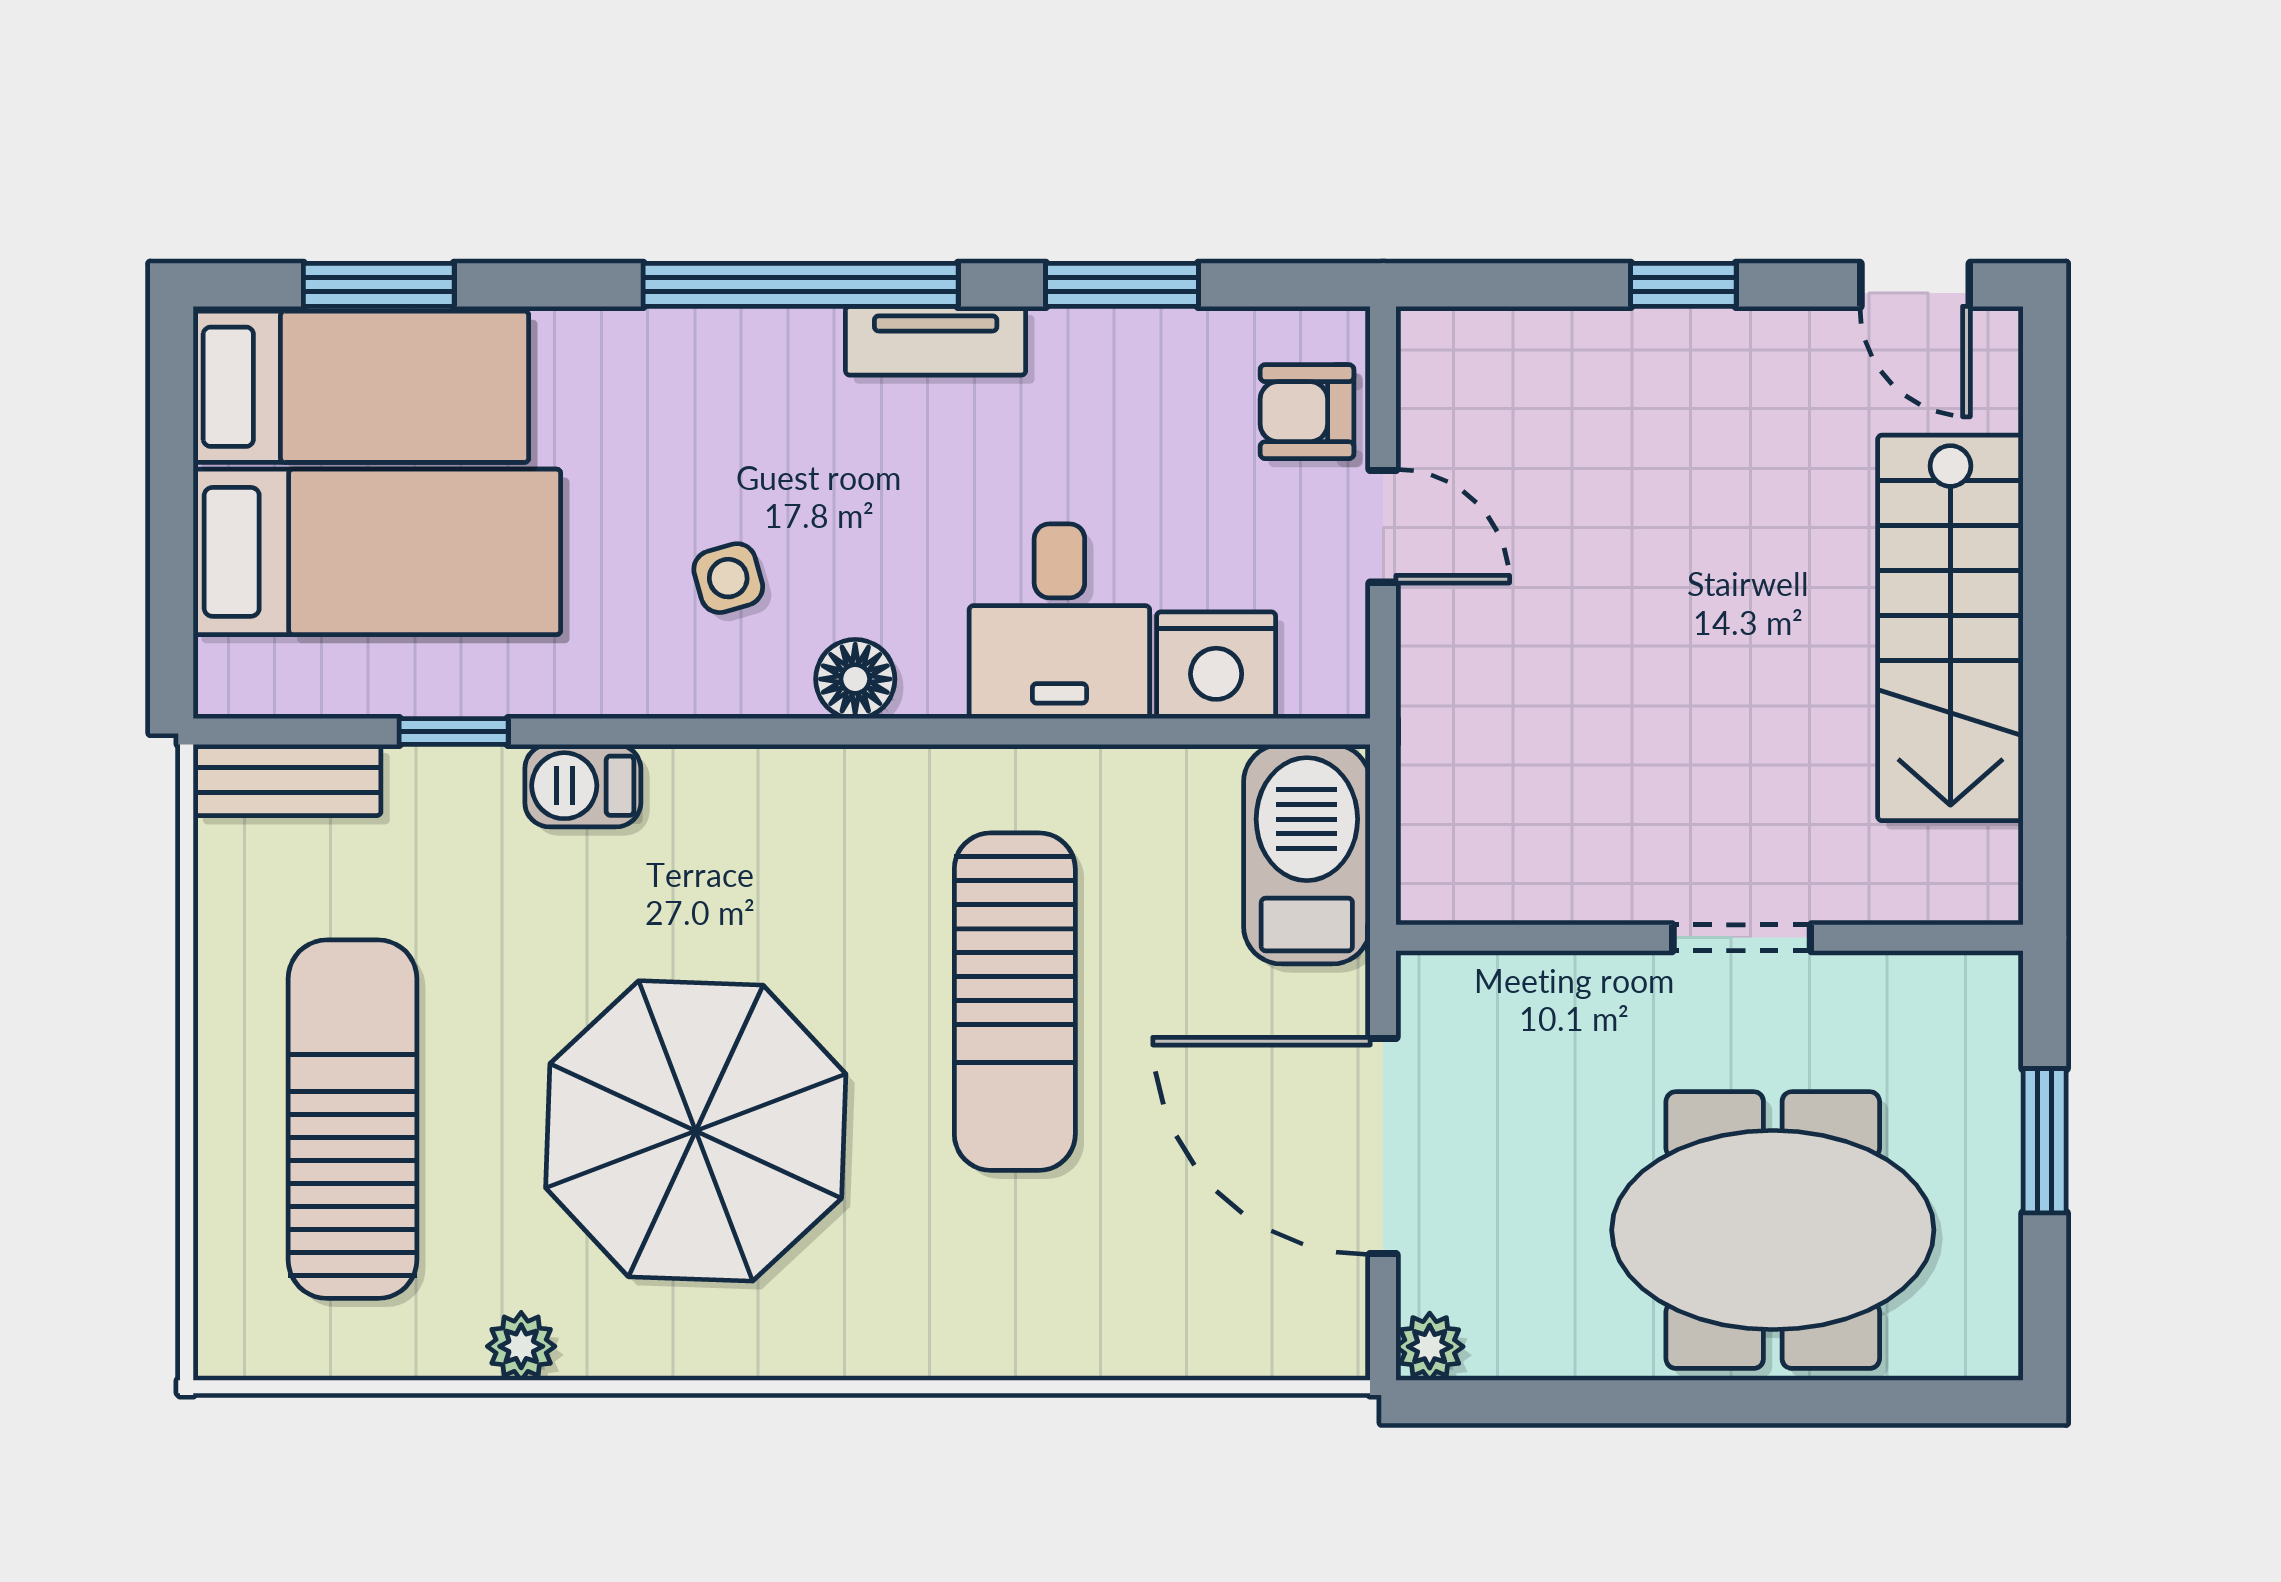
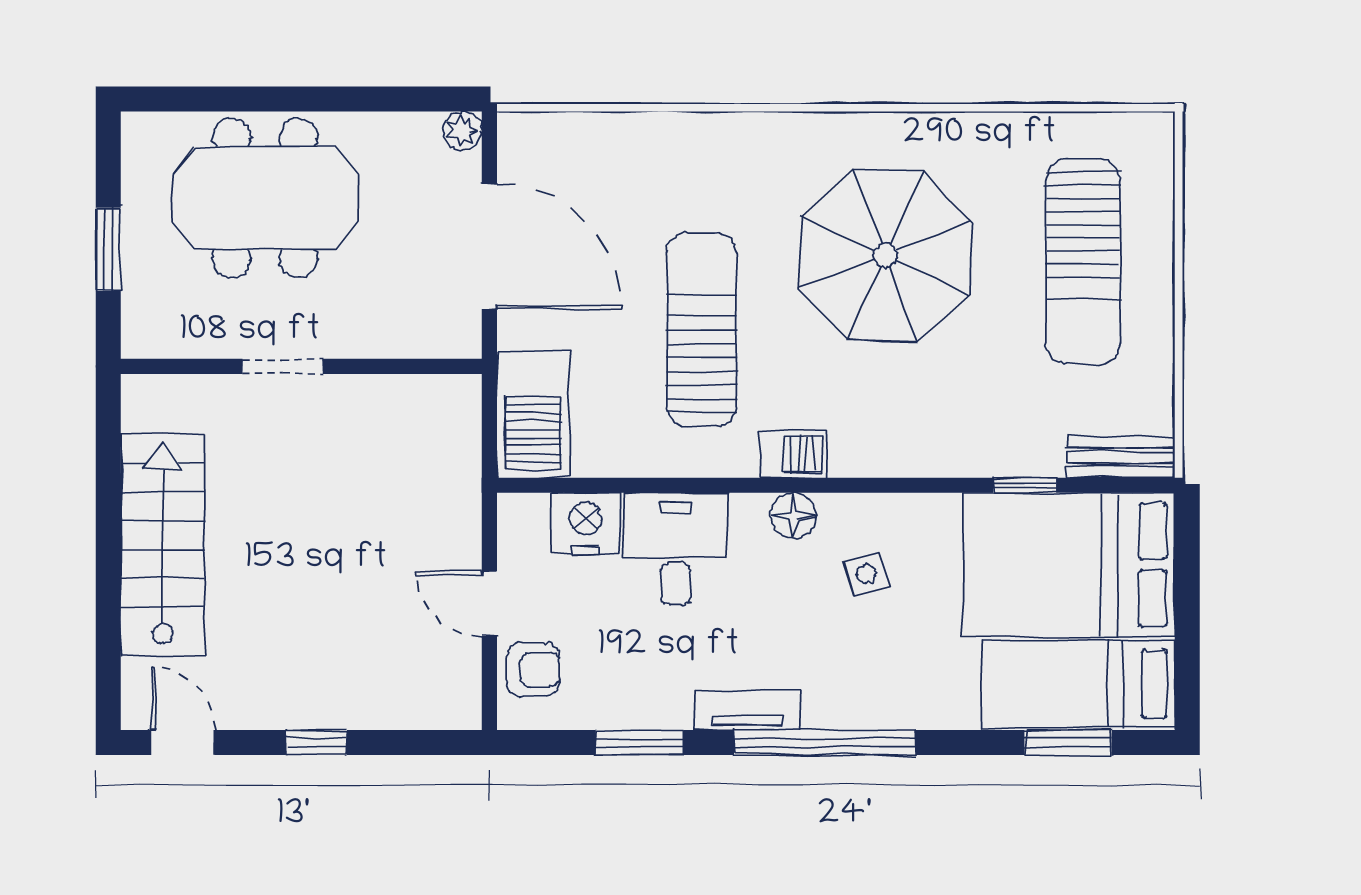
bed: (377, 552) -> (1069, 565), width x1.50
barbecue: (583, 786) -> (793, 454), moved
plant: (521, 1346) -> (986, 131), removed

